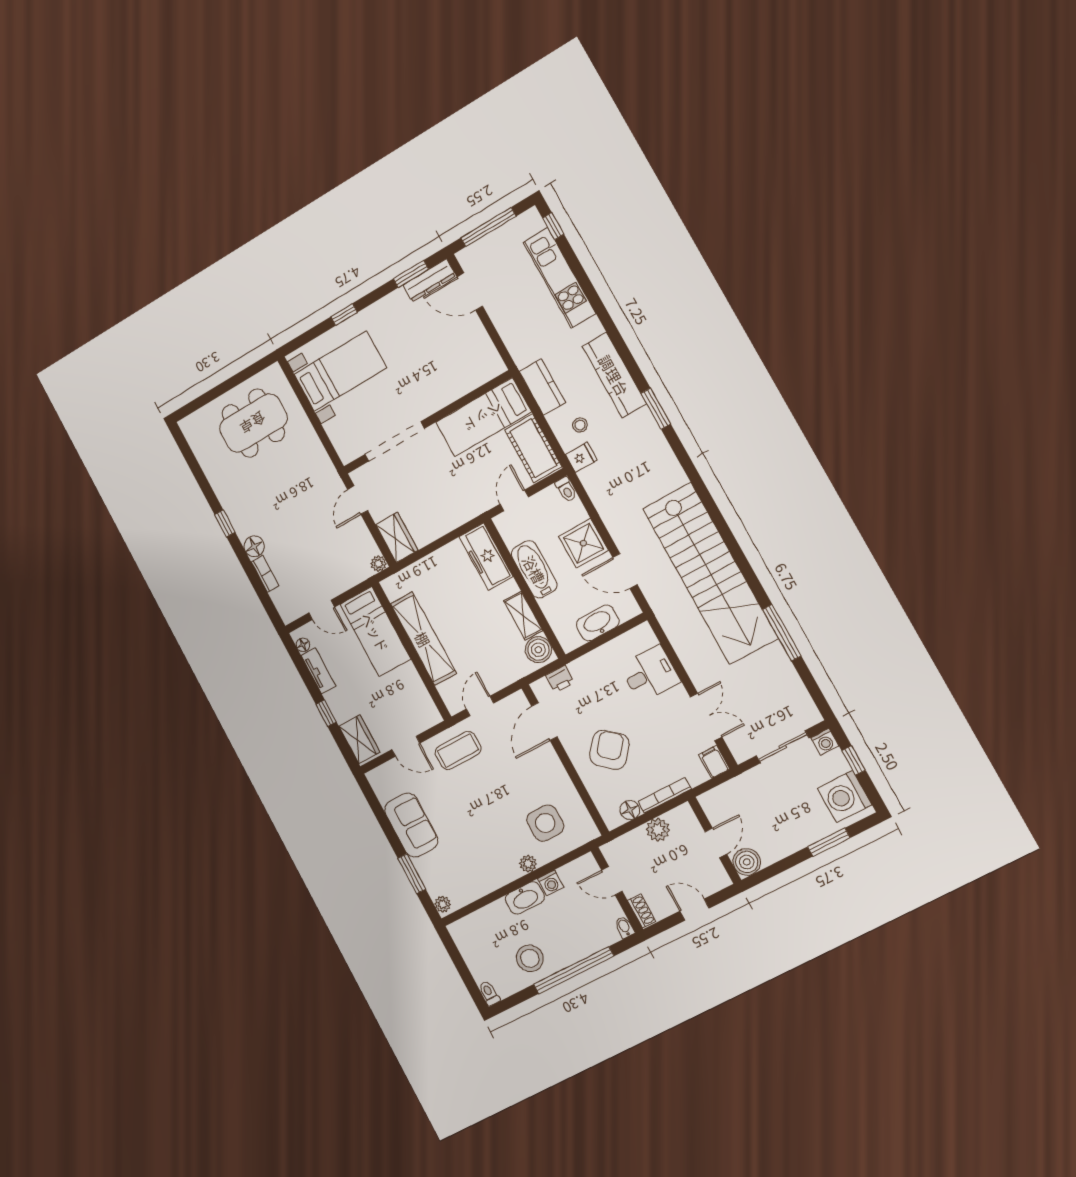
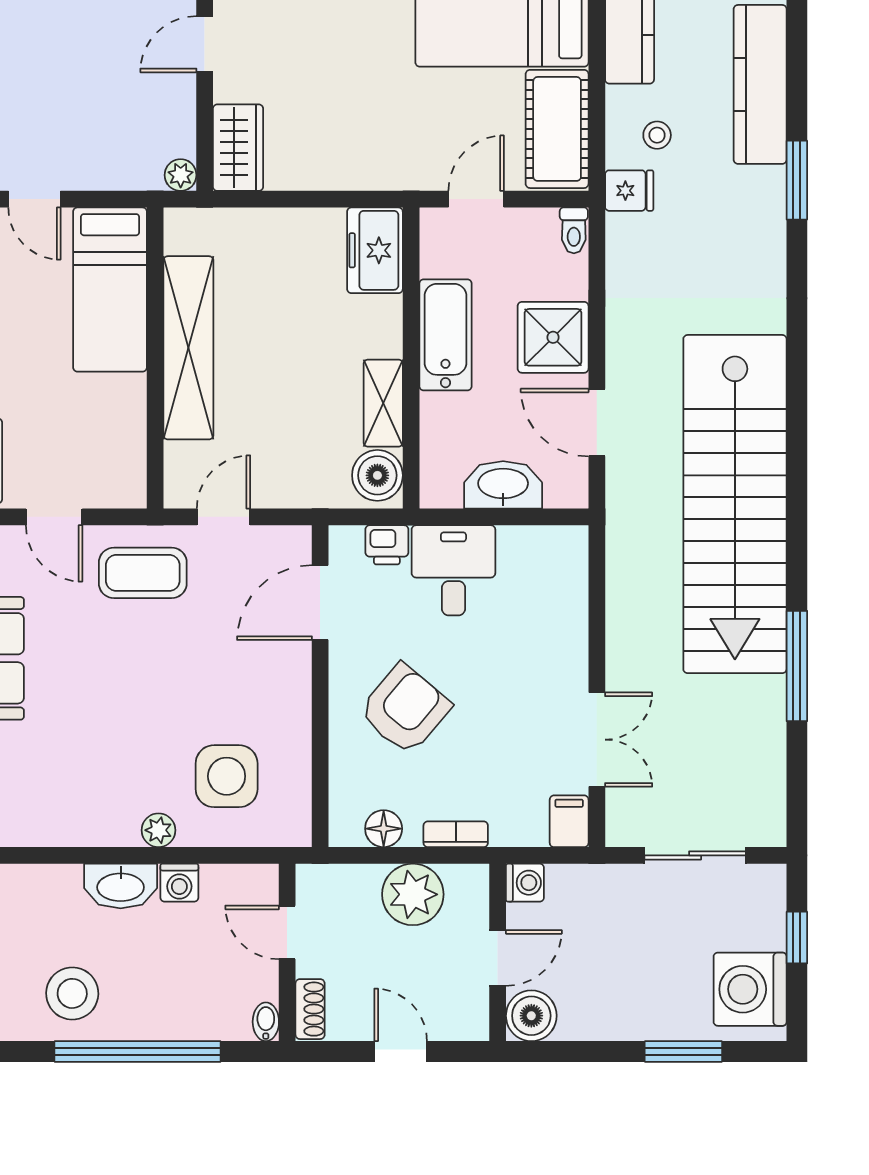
freezer: (486, 557) -> (375, 250), width x0.71
desk: (650, 674) -> (453, 570), moved, turned -90
washing machine: (825, 742) -> (525, 883), moved, turned -90
bookcase: (665, 795) -> (456, 834), width x0.64
plant: (658, 830) -> (413, 894), width x1.36, depth x1.36

